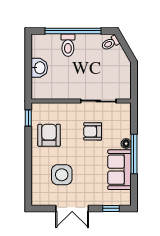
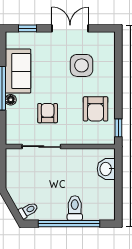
washbasin: (39, 68) -> (106, 169), moved
armchair: (93, 131) -> (48, 113), turned -90

